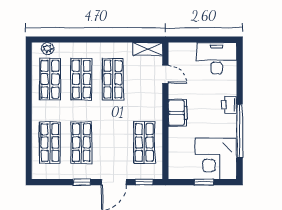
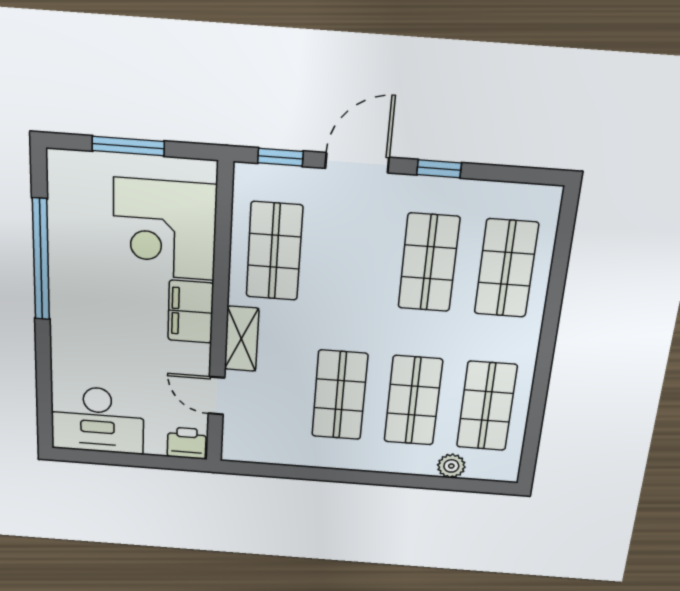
plant: (48, 49) -> (451, 466), moved
shelving: (148, 49) -> (242, 339), moved, turned 90
printer: (229, 105) -> (187, 443), moved, turned -90
corner desk: (216, 158) -> (165, 229), moved, turned 180
window: (204, 182) -> (128, 146), width x1.50

